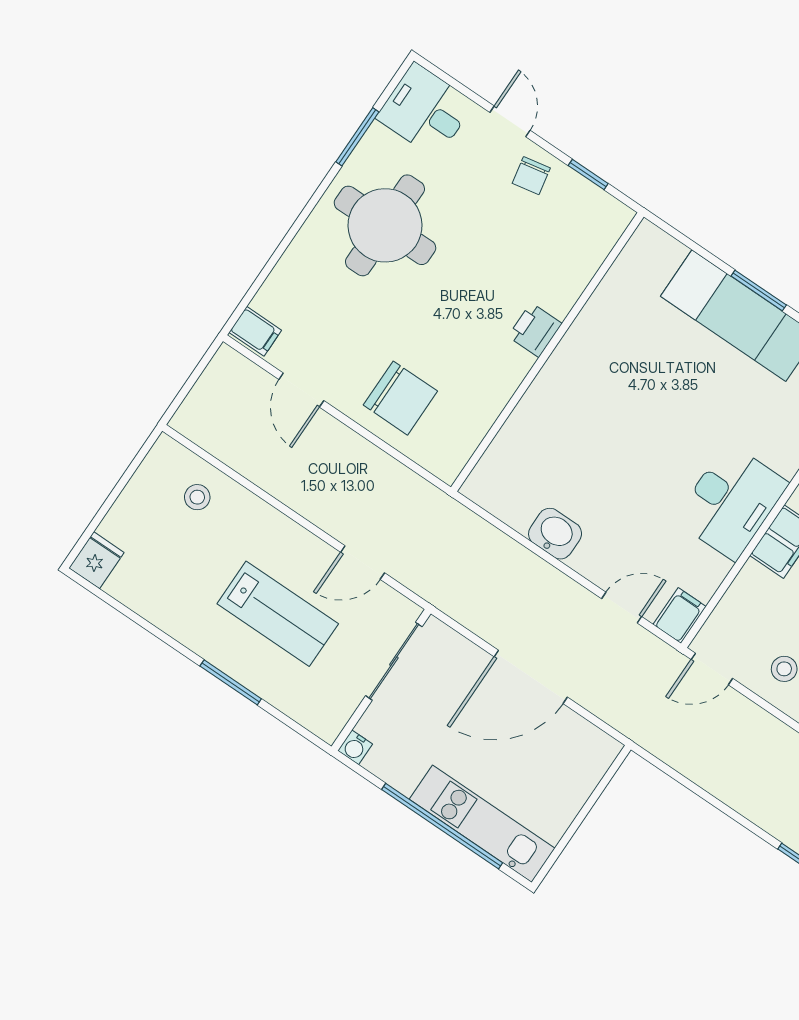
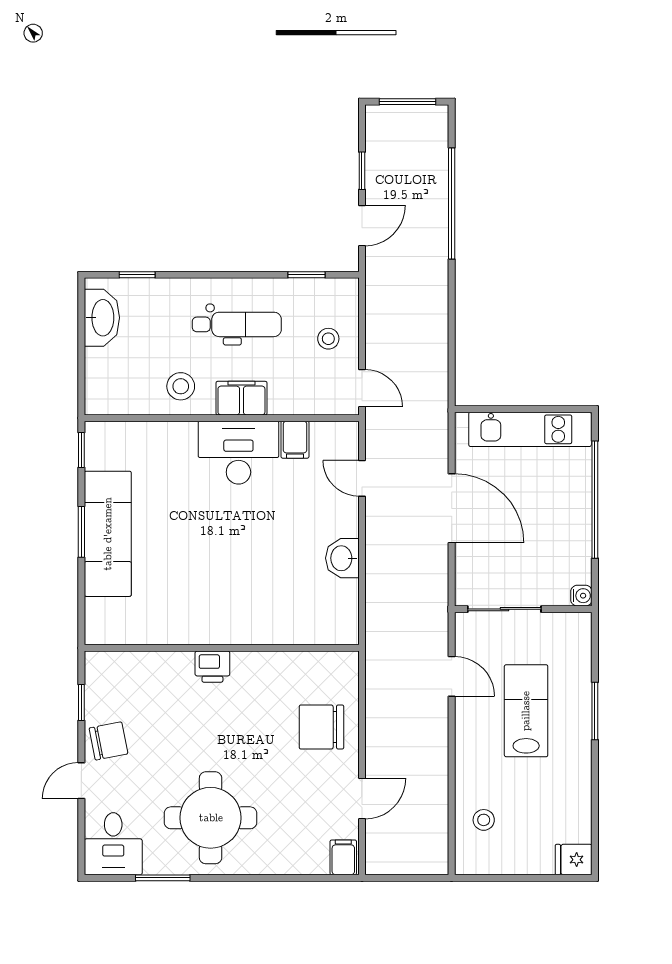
chair: (531, 176) -> (109, 741), width x1.37, depth x1.37
chair: (400, 398) -> (322, 727), turned -90
filing cabinet: (680, 615) -> (295, 440), moved, turned -90
kitchen unit: (482, 824) -> (530, 429), moved, turned -90

